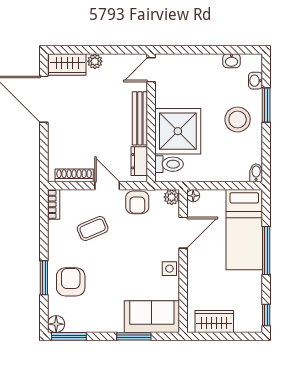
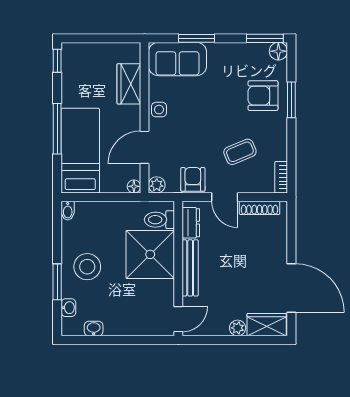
armchair: (71, 282) -> (263, 96), turned 90
wardrobe: (214, 321) -> (129, 84), moved, turned 90

